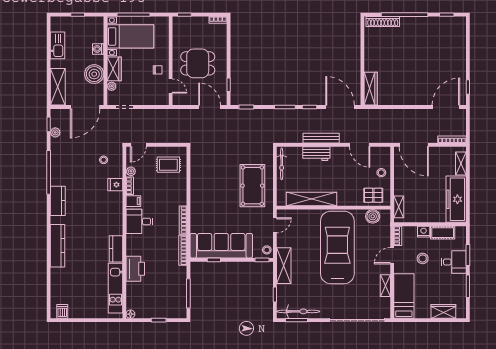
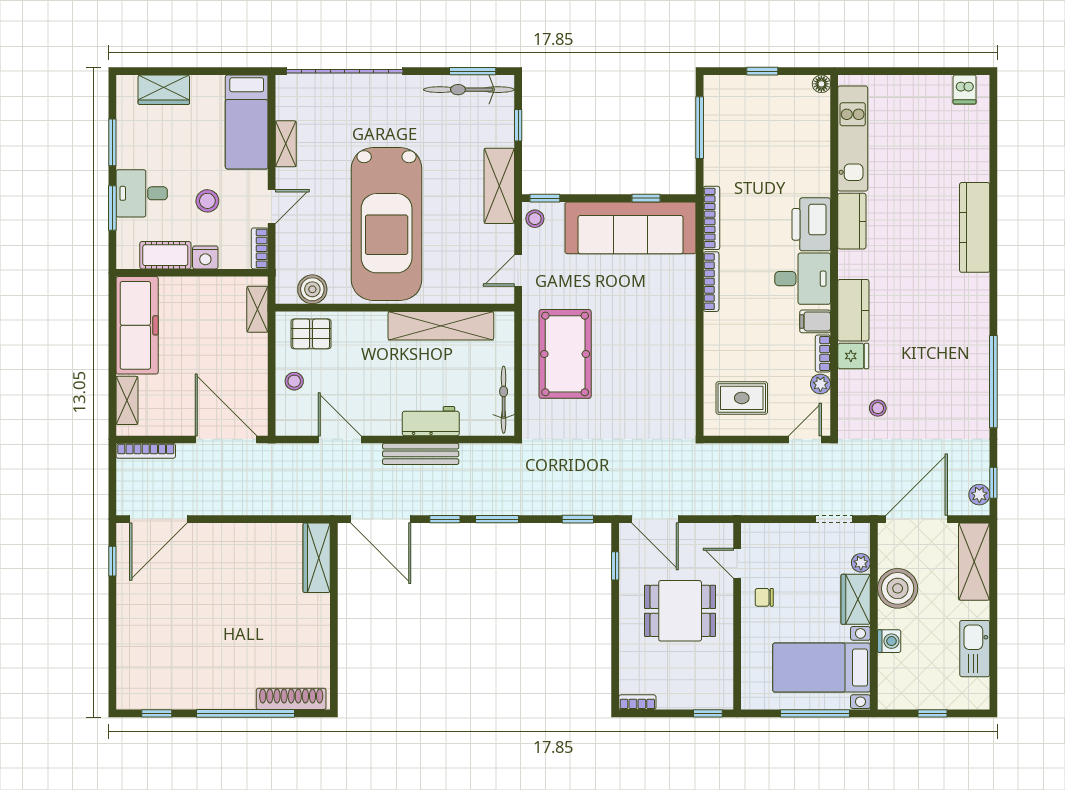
plant: (55, 132) -> (979, 495), moved
kitchen counter: (58, 201) -> (853, 310), moved, turned 180
printer: (135, 269) -> (811, 224), moved

